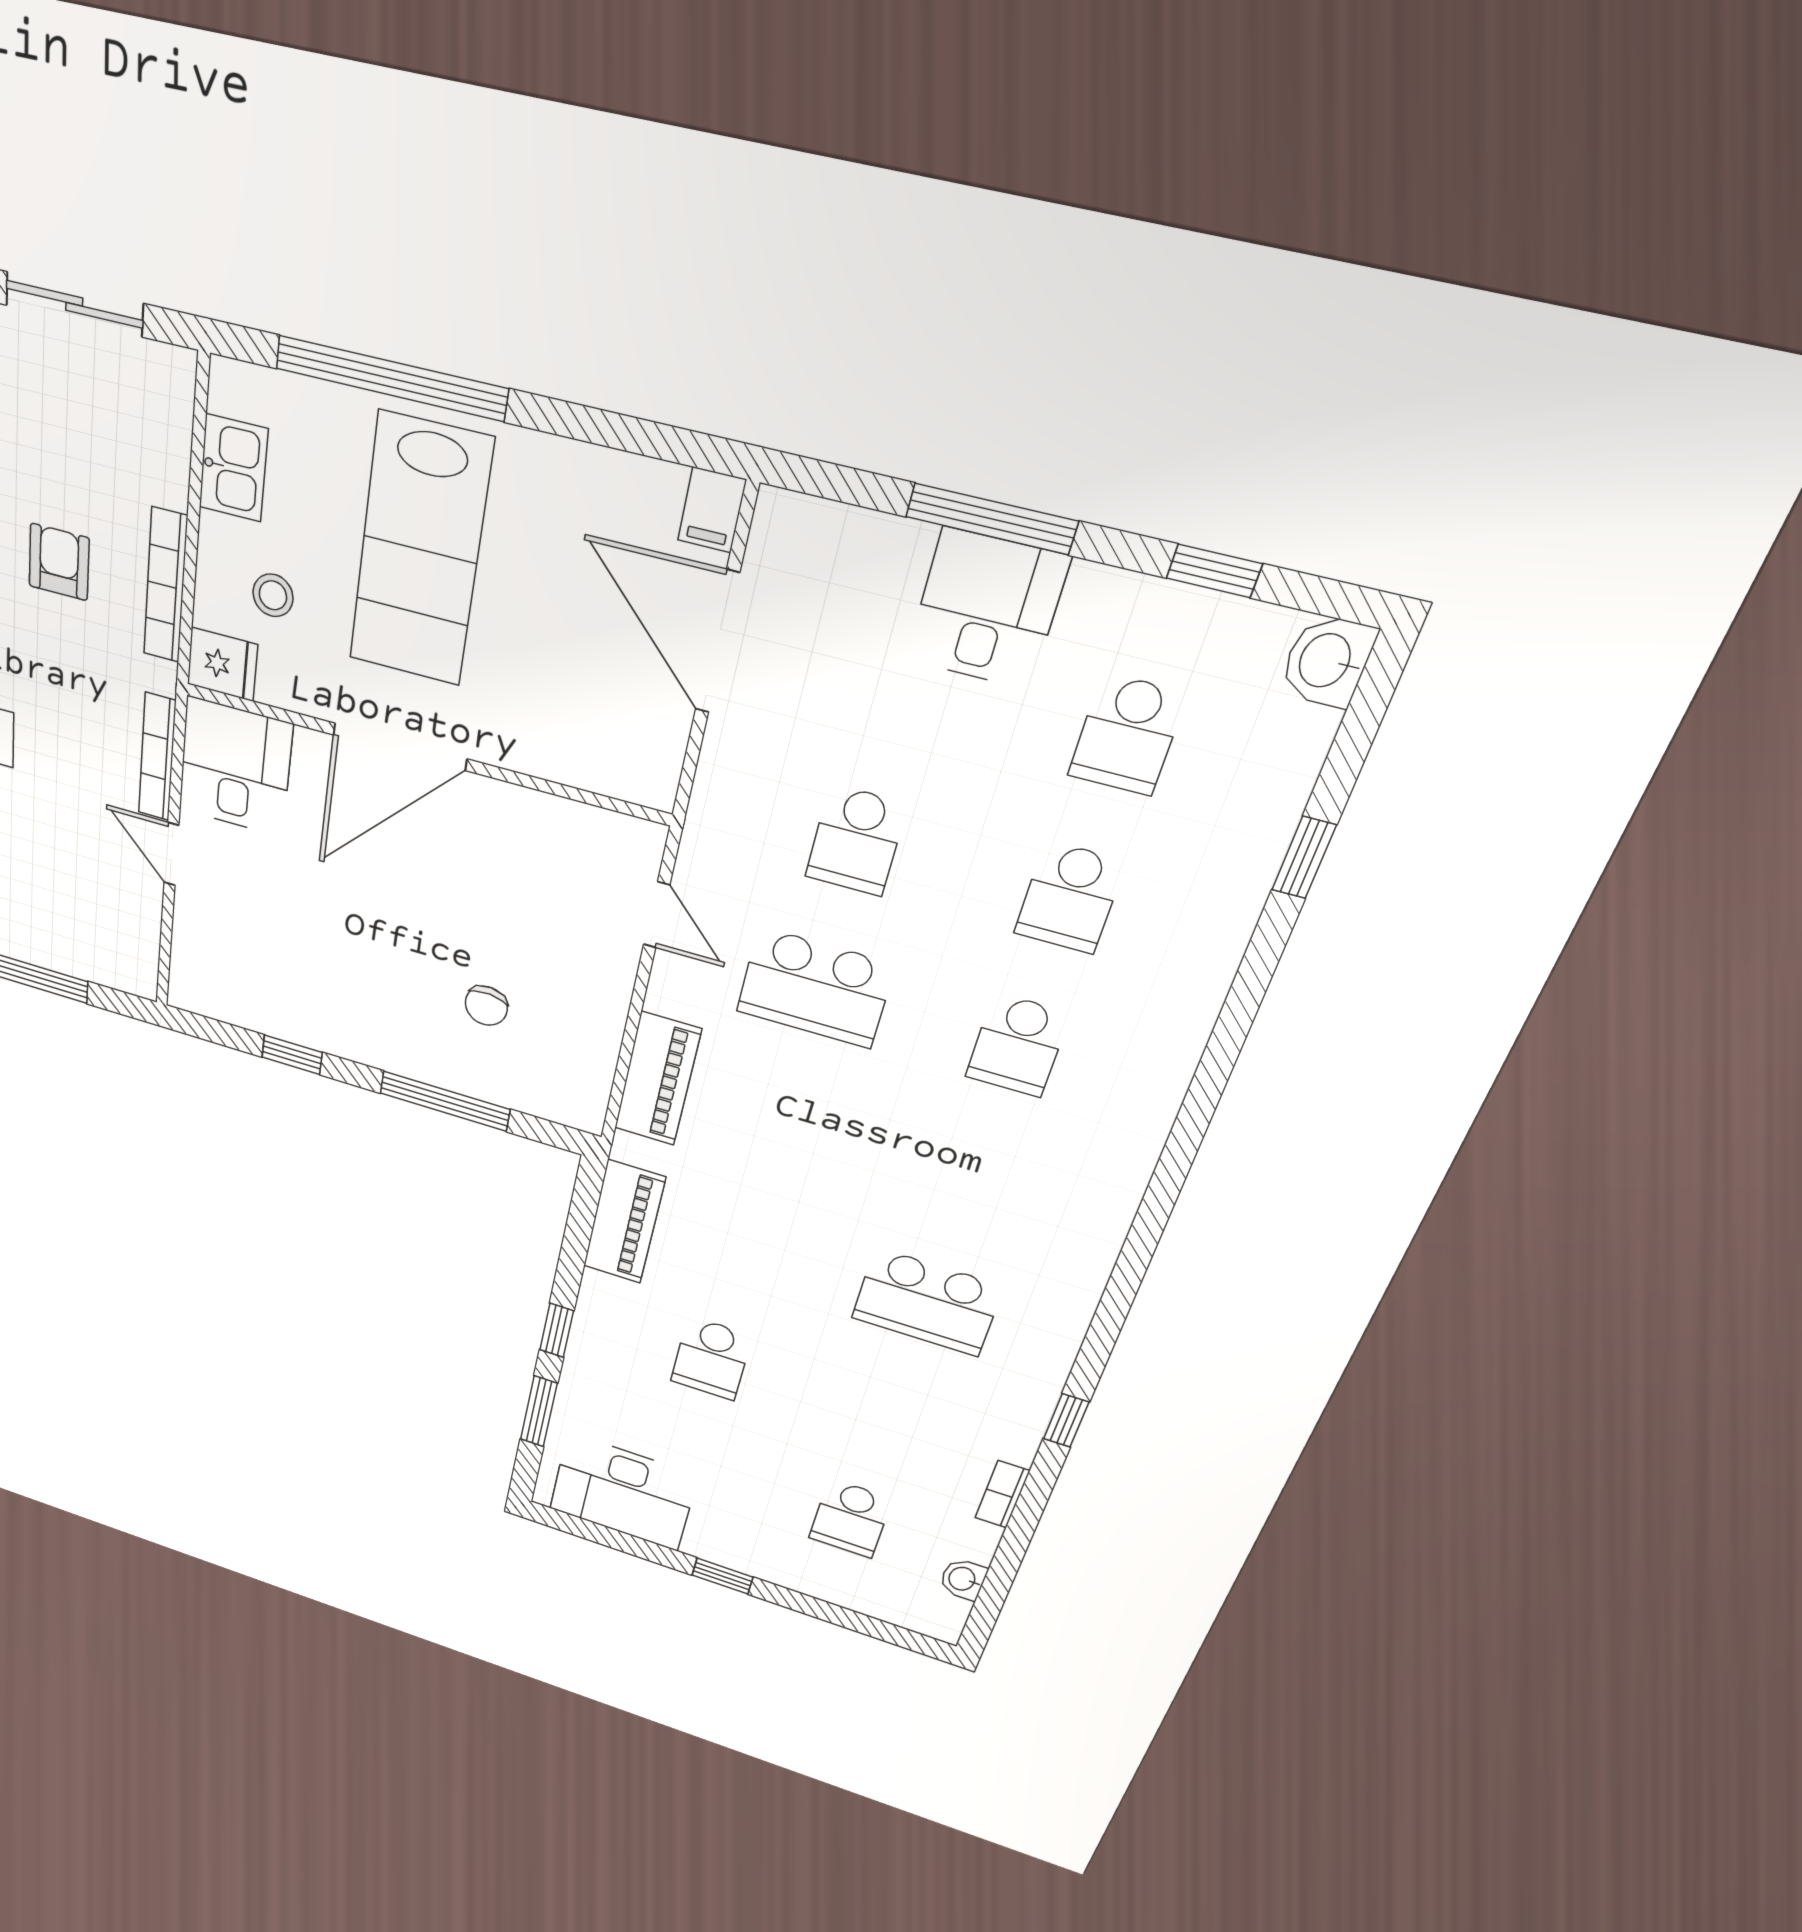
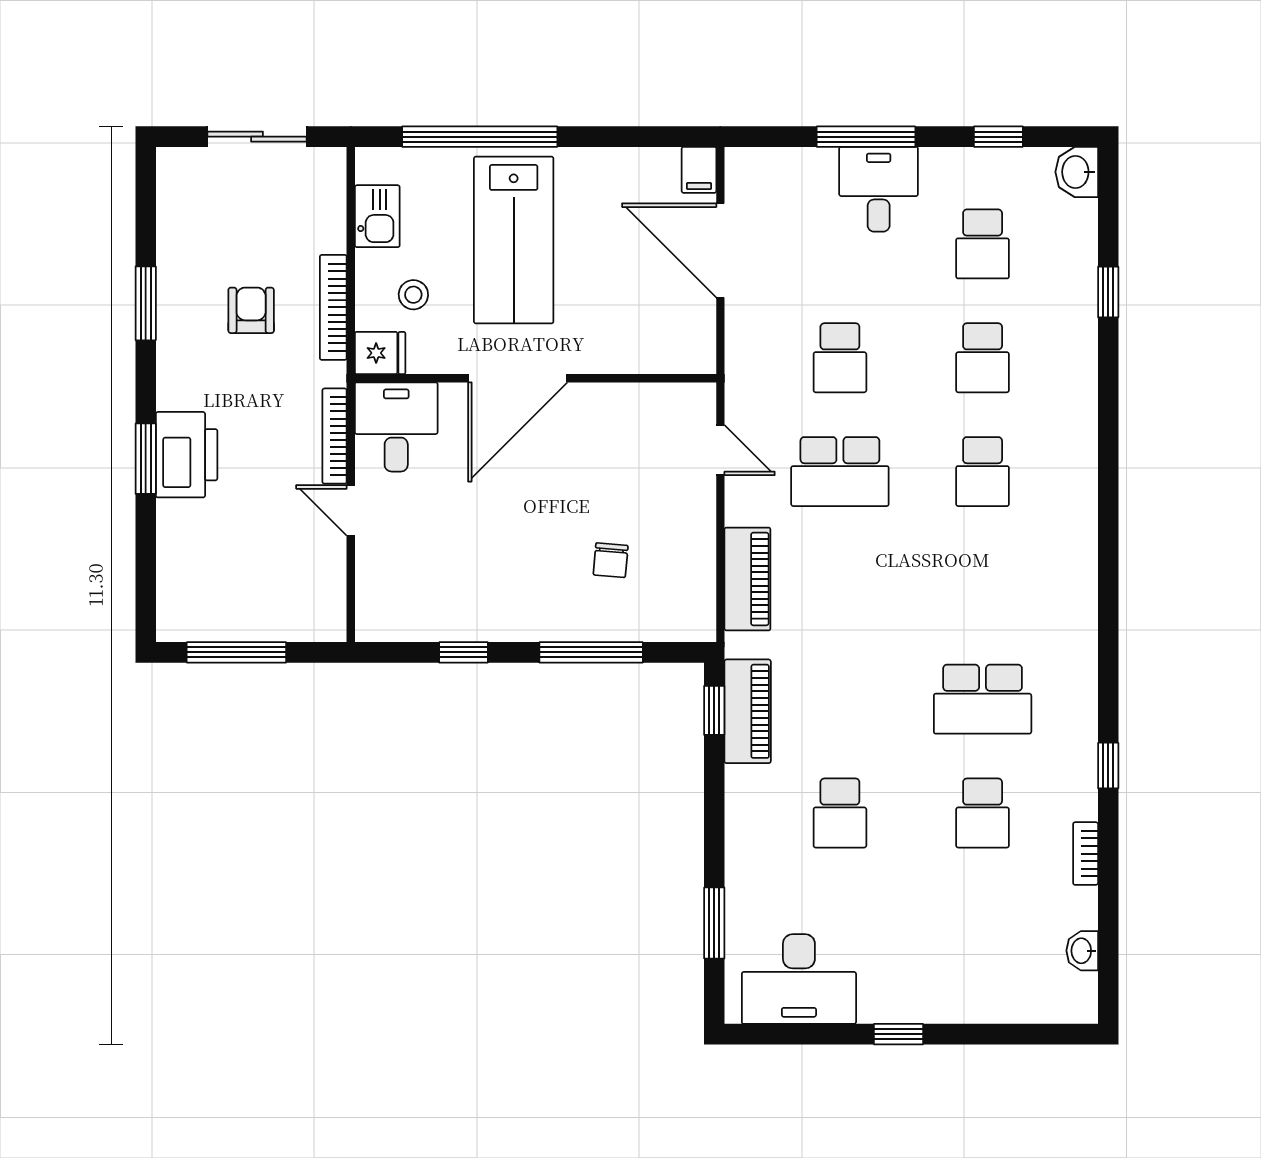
window: (557, 1330) -> (714, 710), moved
school desk: (850, 1518) -> (983, 813), moved

